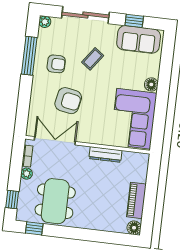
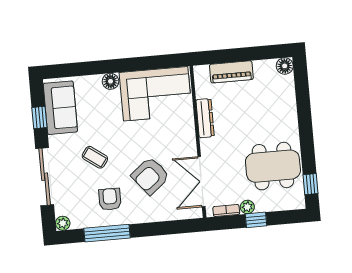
armchair: (68, 101) -> (150, 176), turned -140
window: (12, 200) -> (256, 220), moved
piano: (136, 200) -> (231, 72), moved

